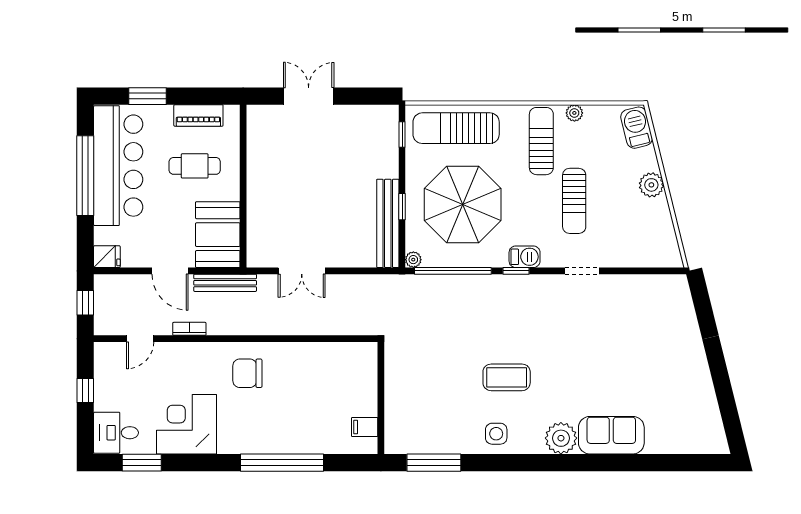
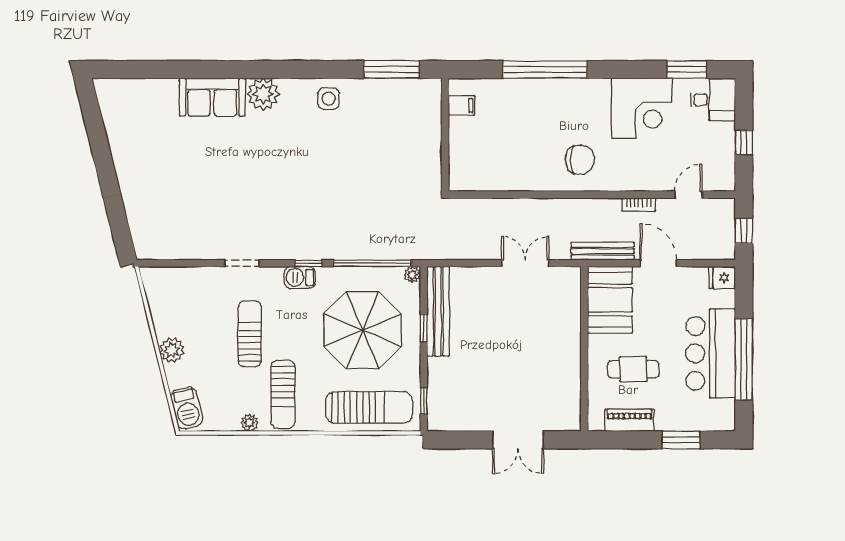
bar counter: (118, 166) -> (711, 353), width x0.73
coffee table: (507, 377) -> (318, 156), removed

